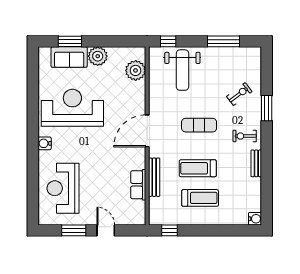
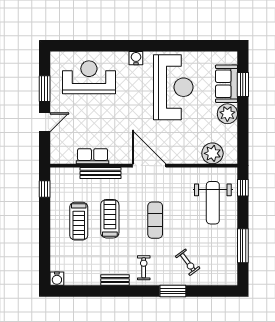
weight bench: (182, 70) -> (213, 203), turned -90

